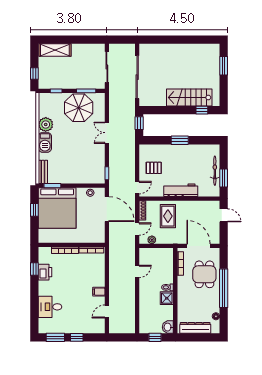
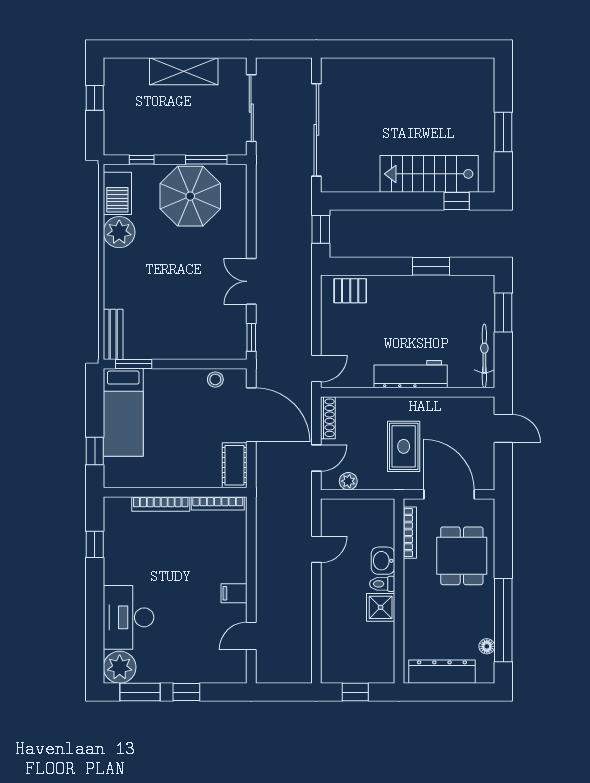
shelving: (55, 50) -> (184, 71), moved
window: (224, 66) -> (503, 132), moved
window: (34, 74) -> (95, 98), moved
double door: (107, 133) -> (251, 281), moved
window: (180, 140) -> (431, 266), moved
barbecue: (45, 142) -> (117, 193), moved
pallet: (154, 168) -> (350, 291), moved
bicycle: (215, 171) -> (484, 356), moved
window: (224, 178) -> (503, 312), moved
bed: (57, 208) -> (123, 412), width x0.49
window: (34, 210) -> (95, 451), moved
rug: (168, 216) -> (404, 446), moved
cot: (99, 232) -> (235, 465), added
printer: (45, 272) -> (118, 551), removed
window: (224, 288) -> (503, 620), moved
desk: (50, 307) -> (129, 617), width x1.37
plant: (46, 326) -> (120, 667), added
washbasin: (168, 327) -> (383, 561), moved

